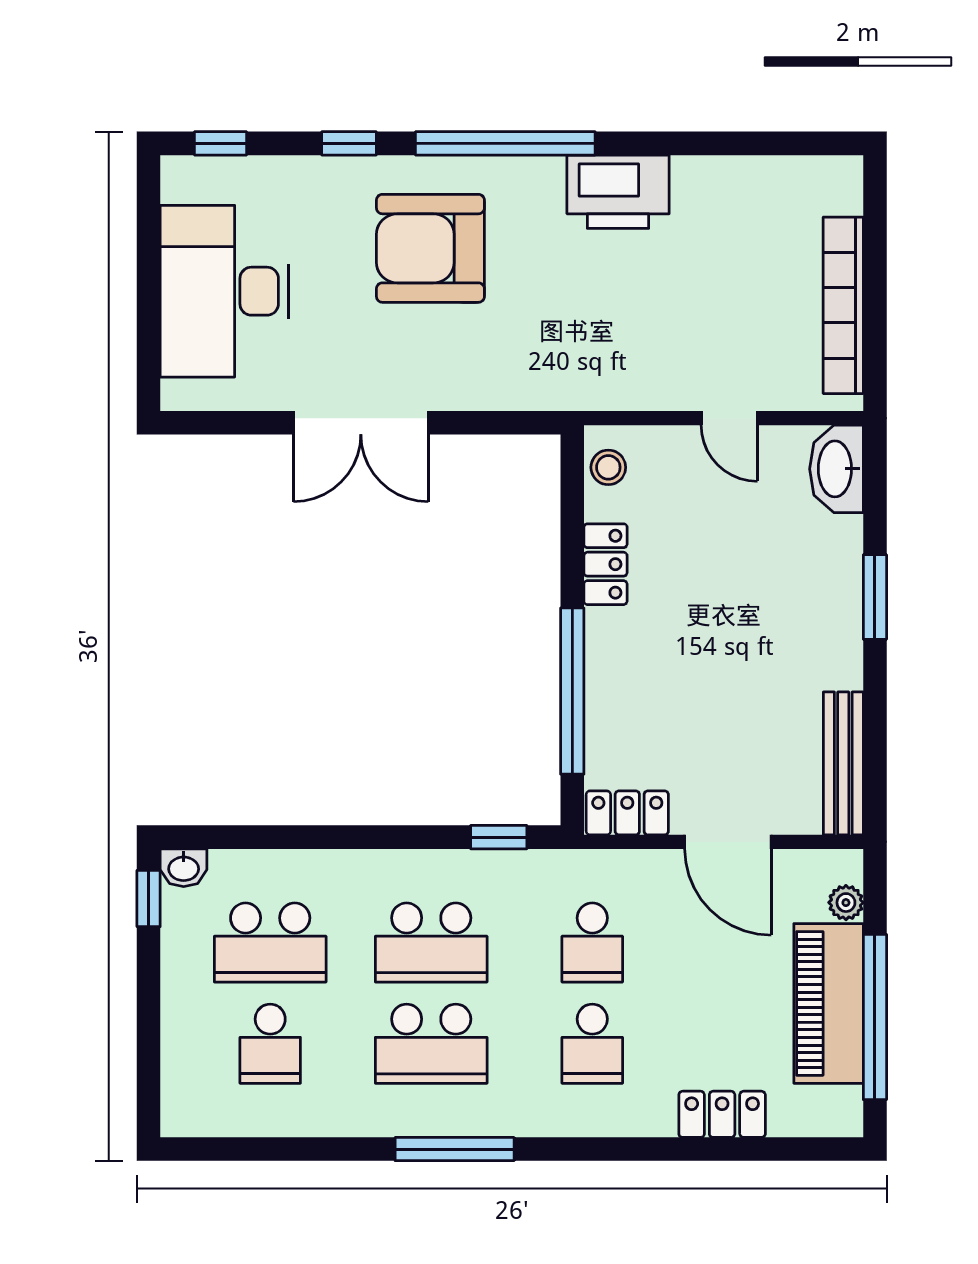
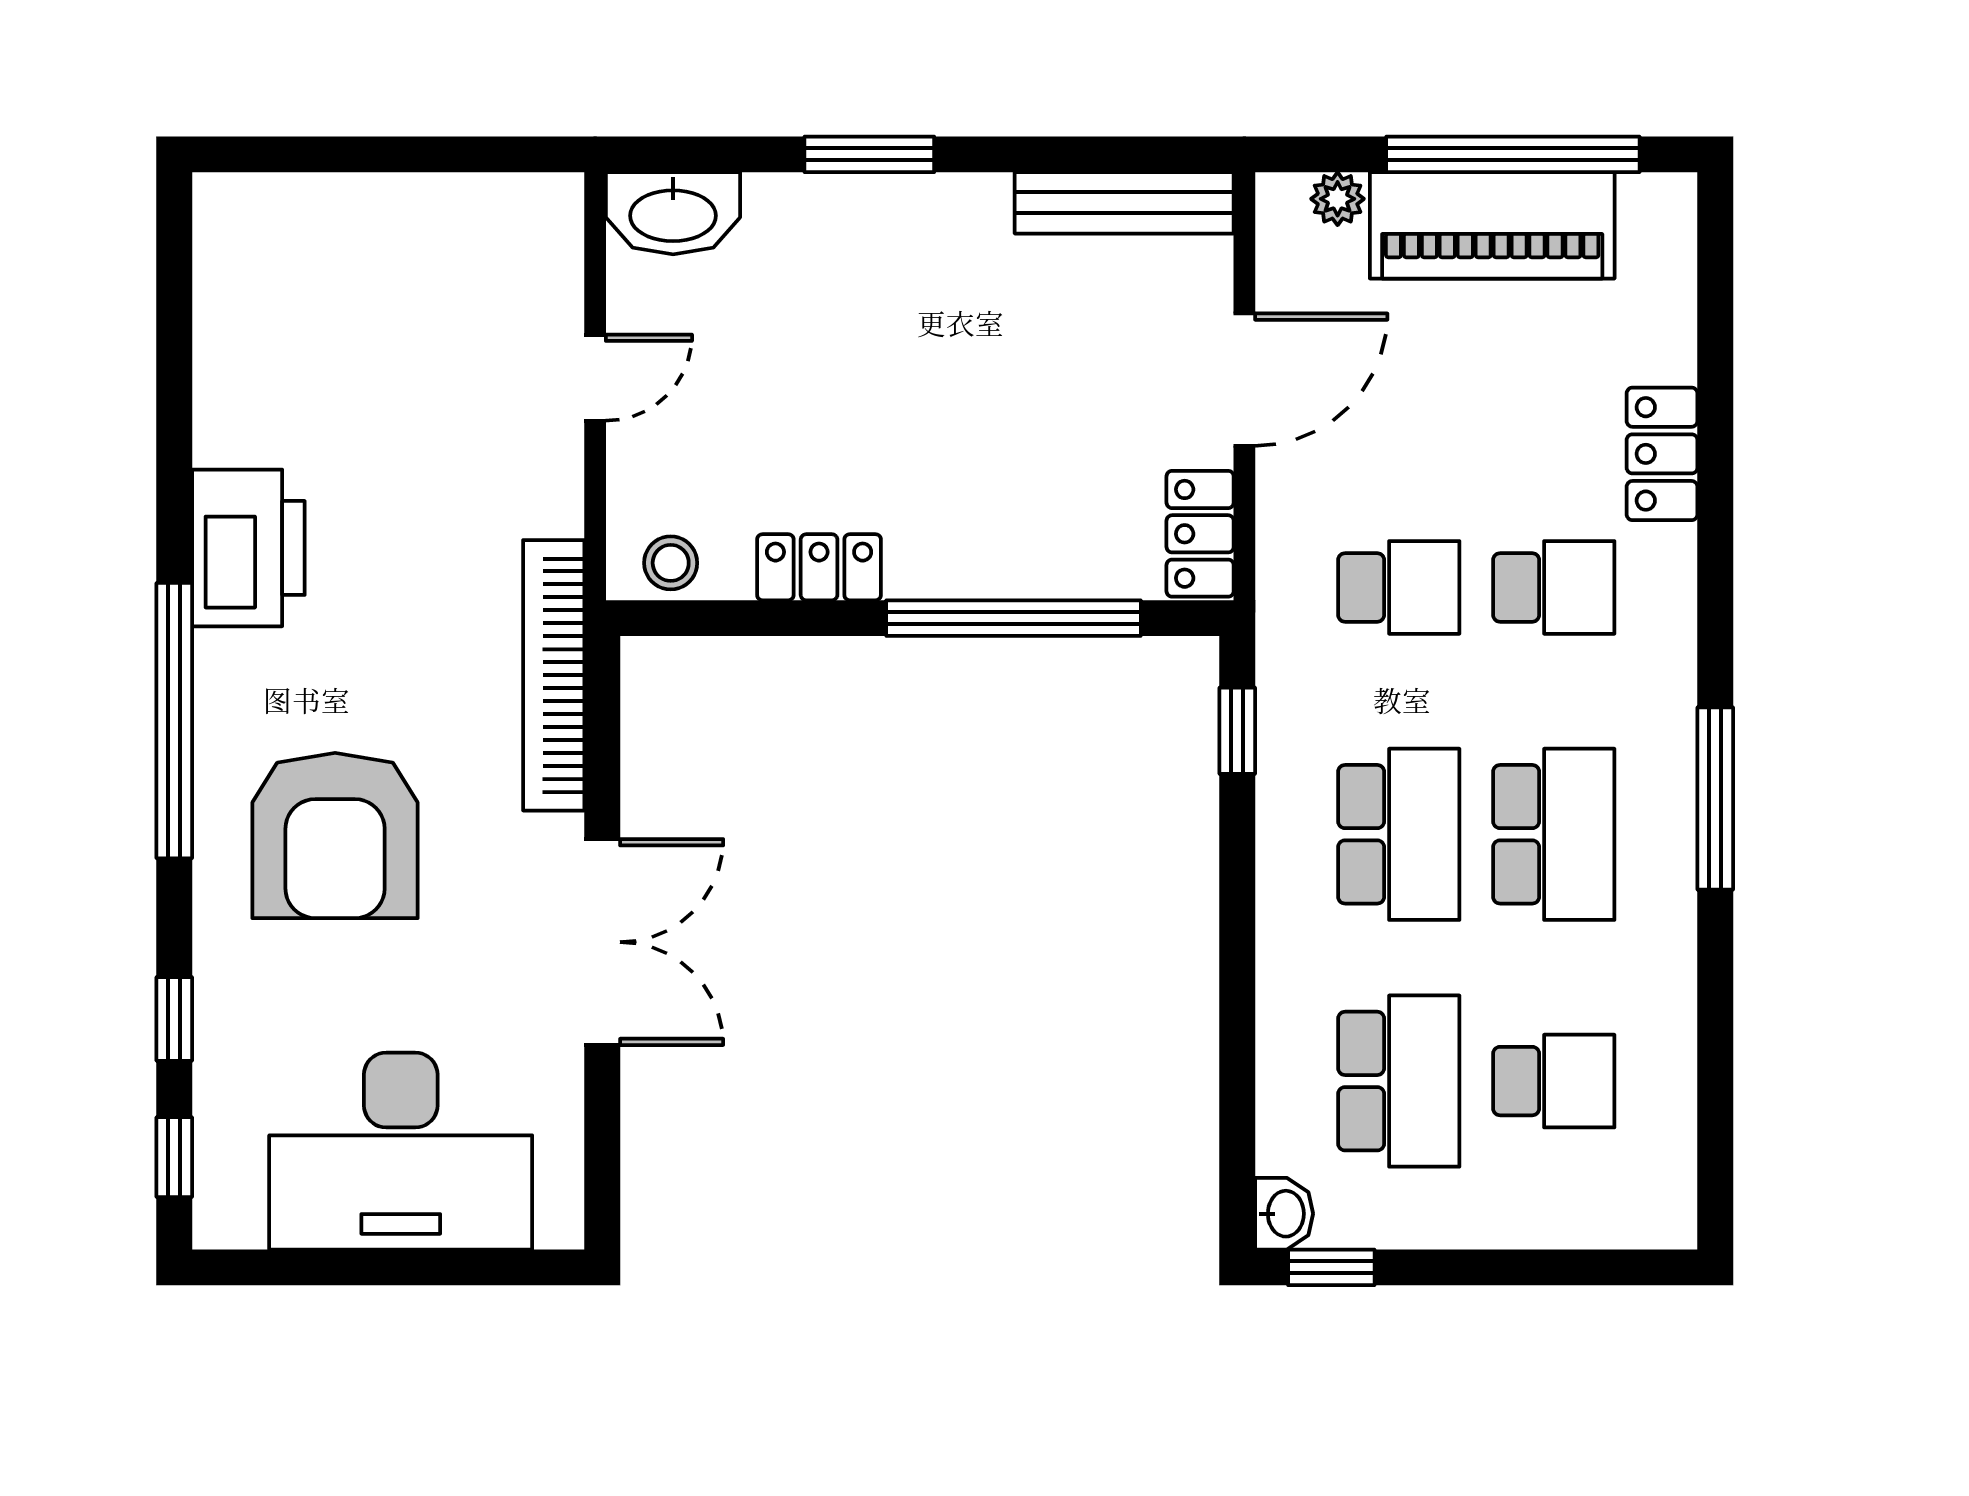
window: (349, 143) -> (174, 1019), moved
bookcase: (843, 305) -> (554, 675), moved, turned 90
locker: (722, 1114) -> (1662, 454), moved

